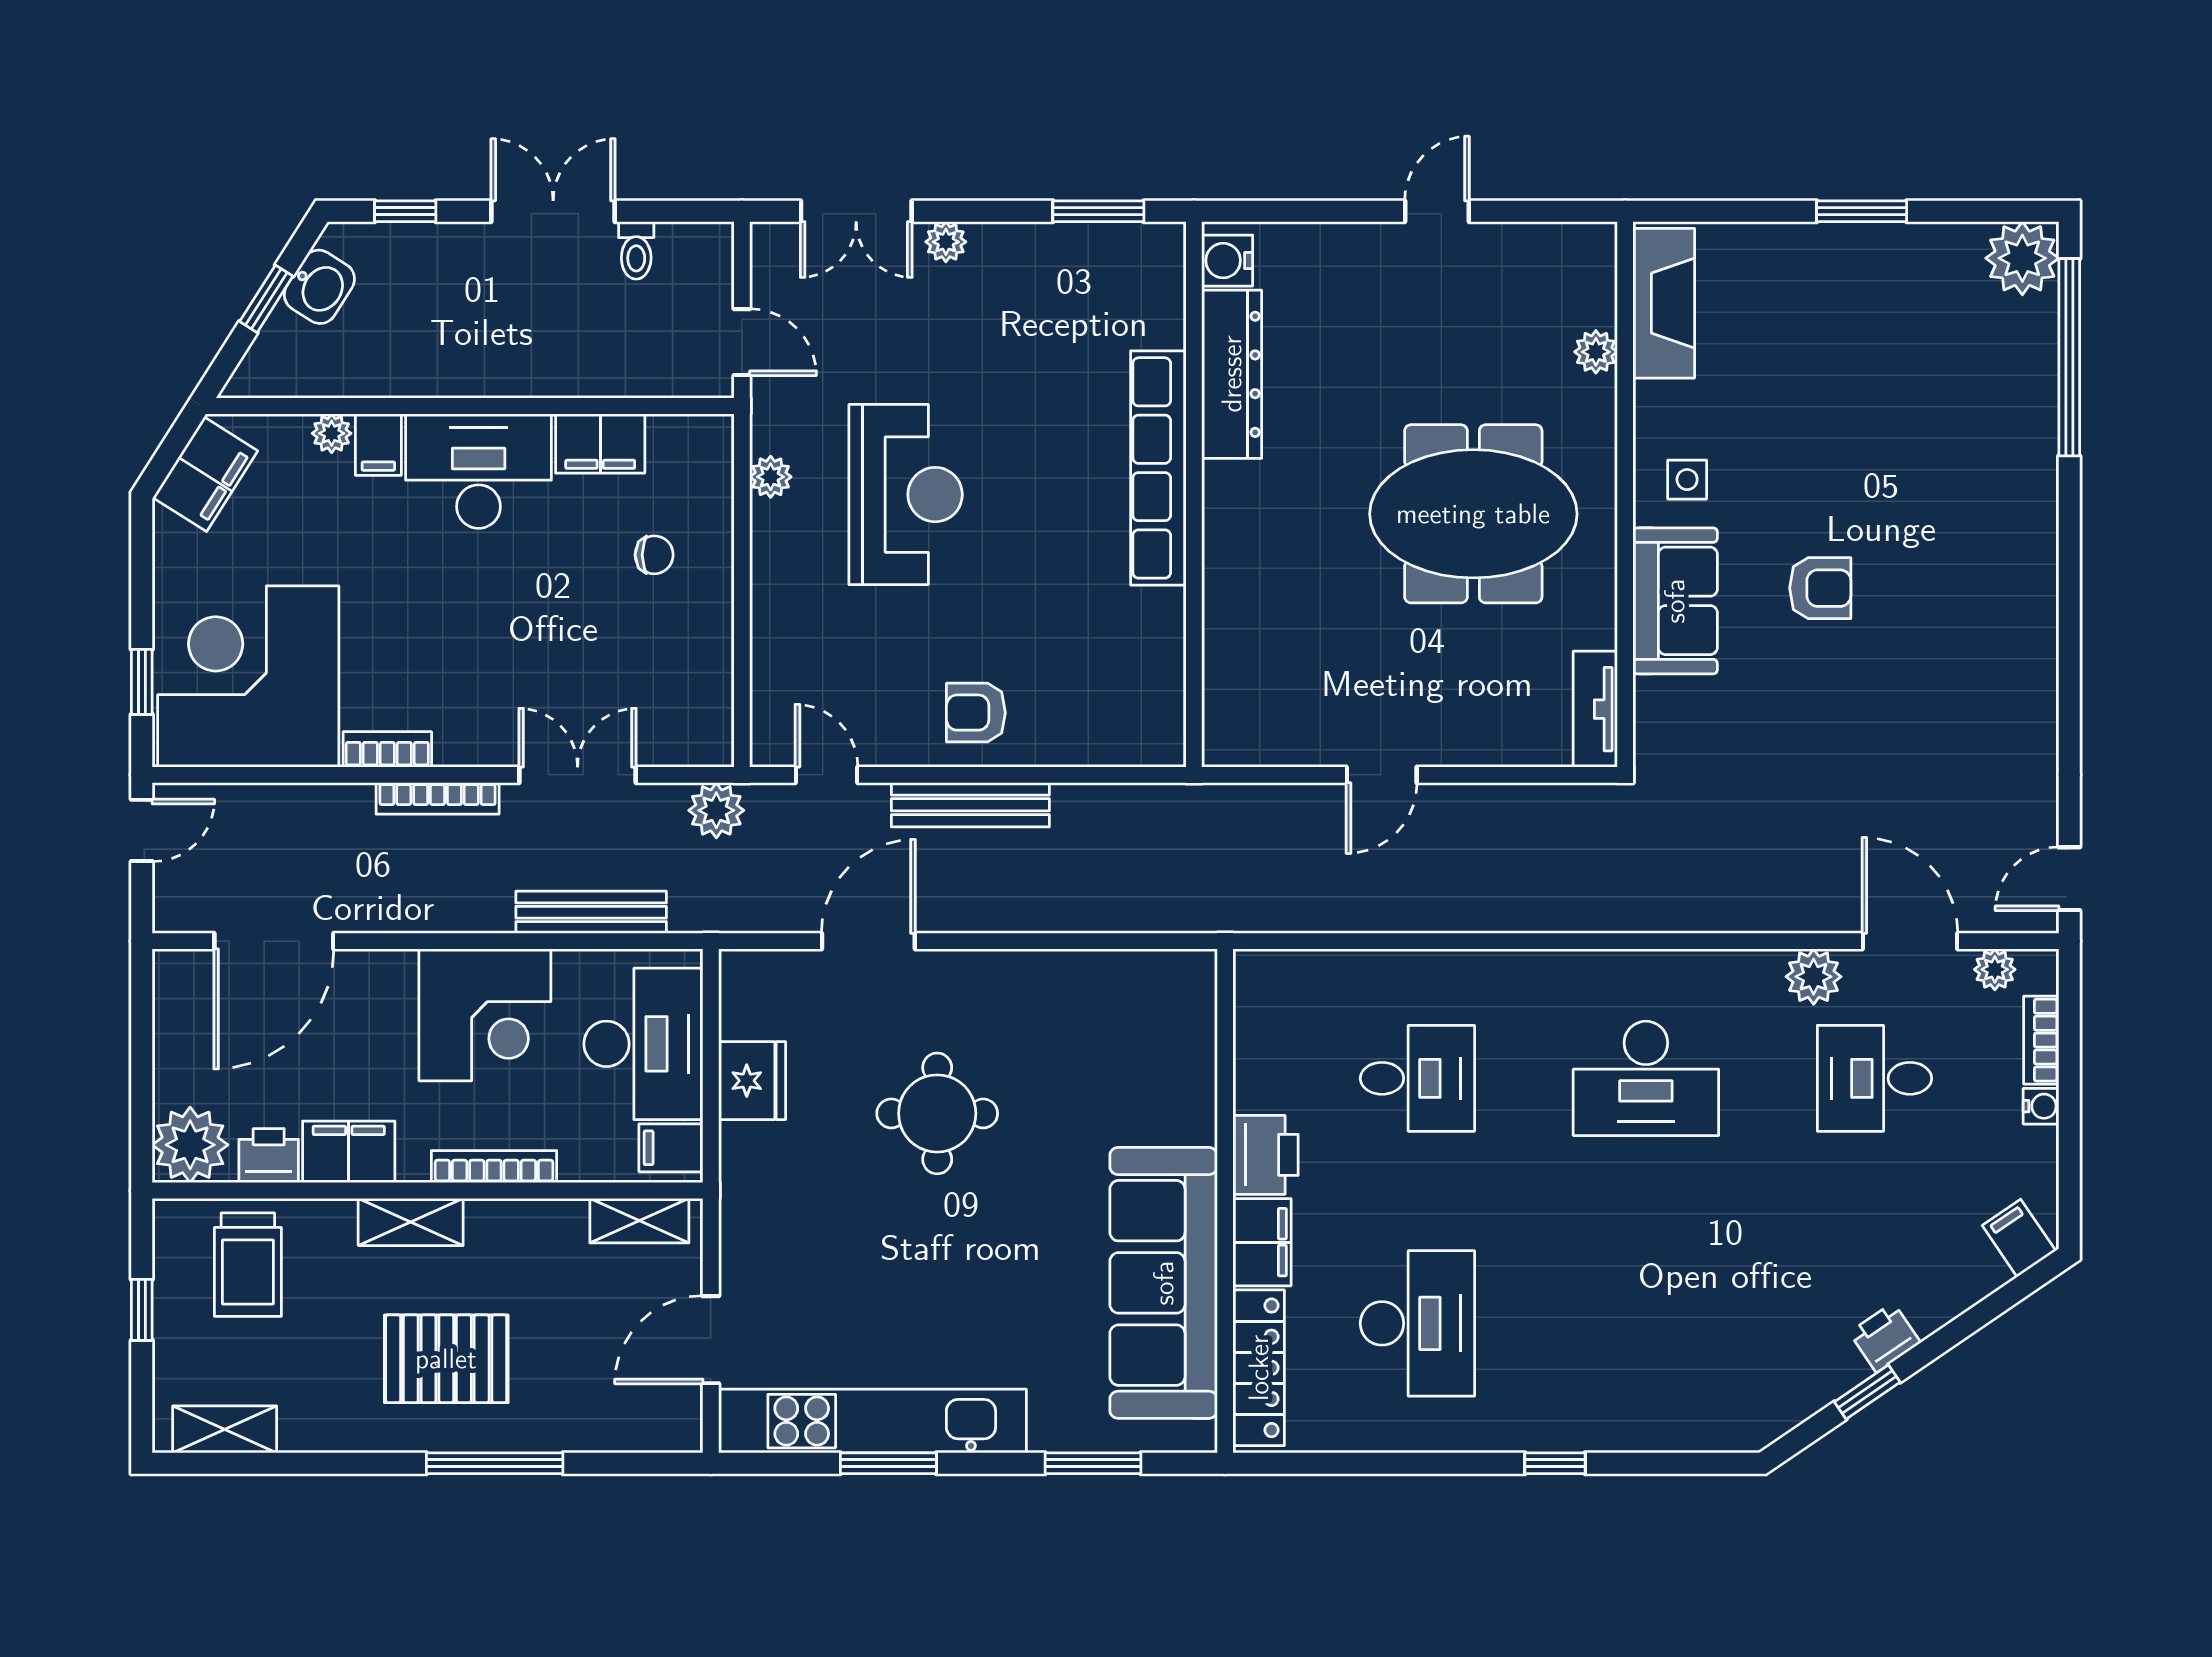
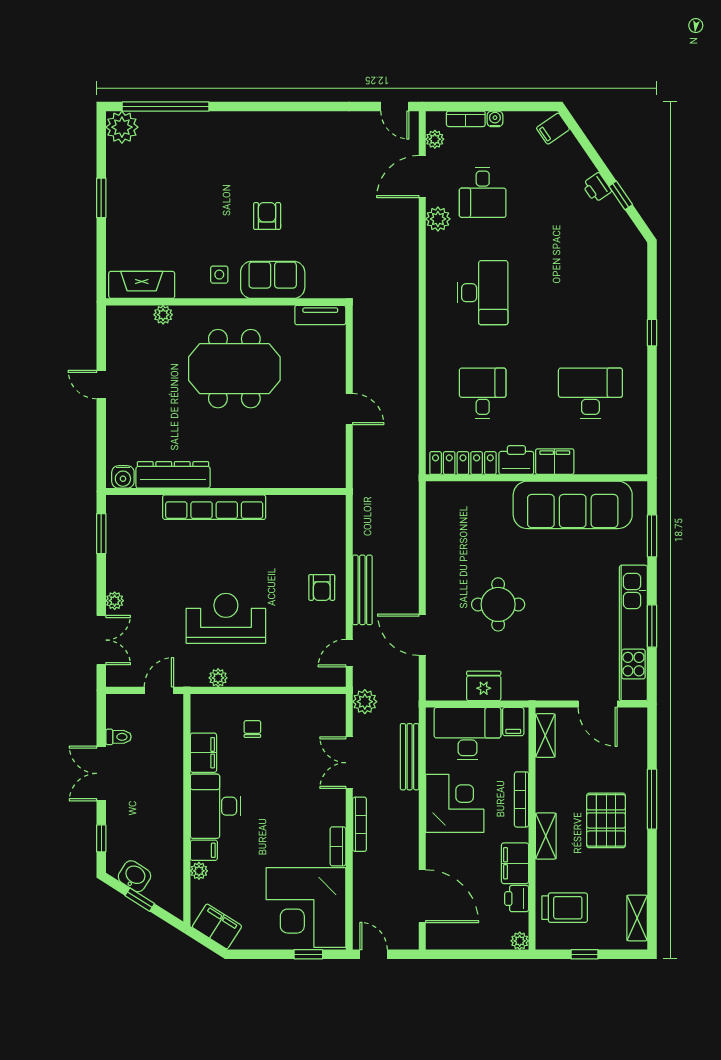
meeting table: (1473, 514) -> (234, 369), turned 90
plant: (190, 1145) -> (520, 941), width x0.53, depth x0.53
locker: (1259, 1368) -> (463, 463), moved

